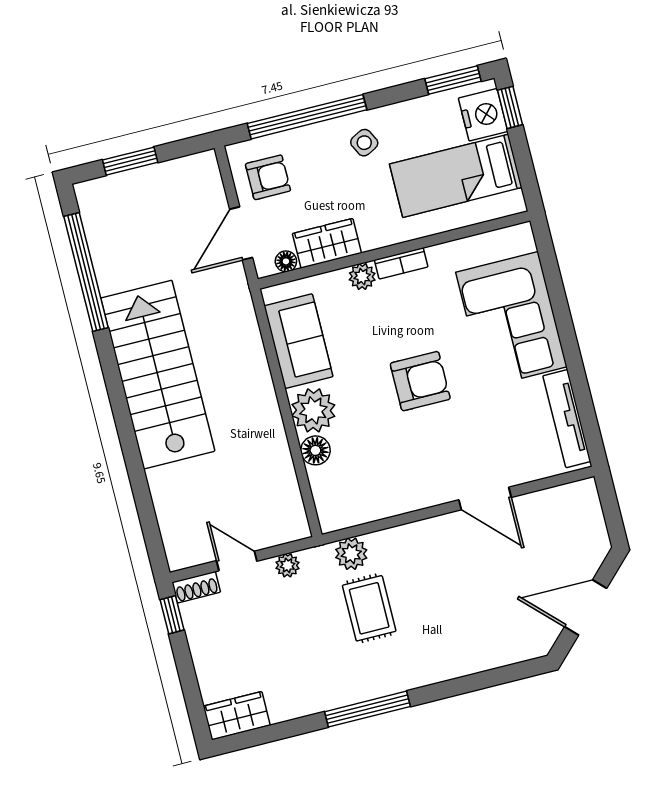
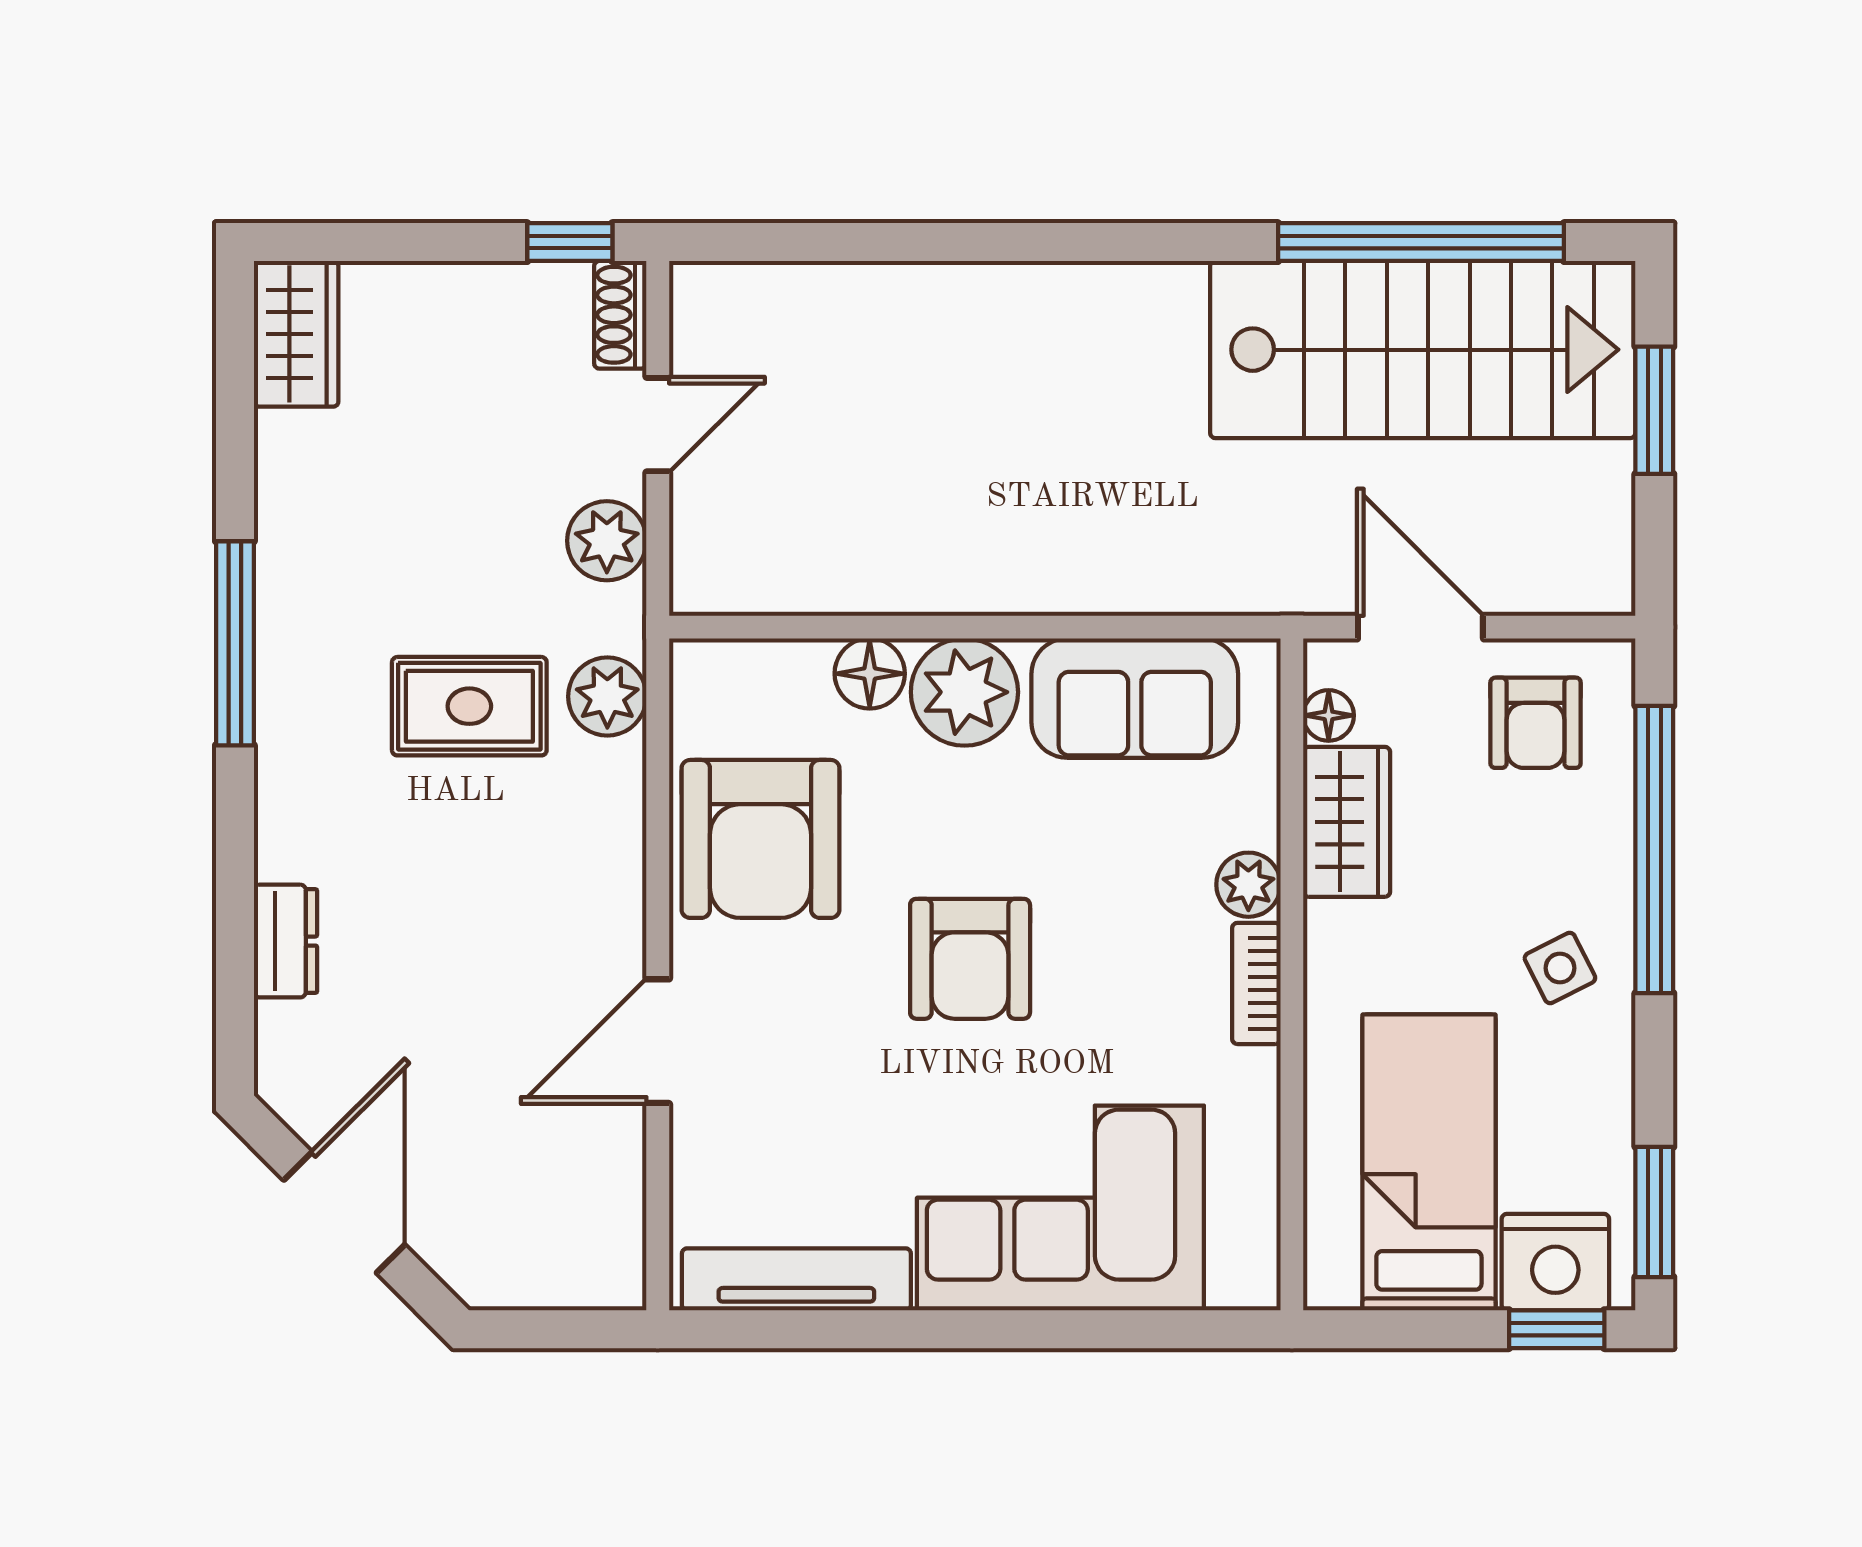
stairs: (158, 375) -> (1423, 350), moved
armchair: (393, 478) -> (761, 839), added
plant: (287, 565) -> (607, 541), width x1.38, depth x1.38
dresser: (482, 659) -> (285, 941), added

